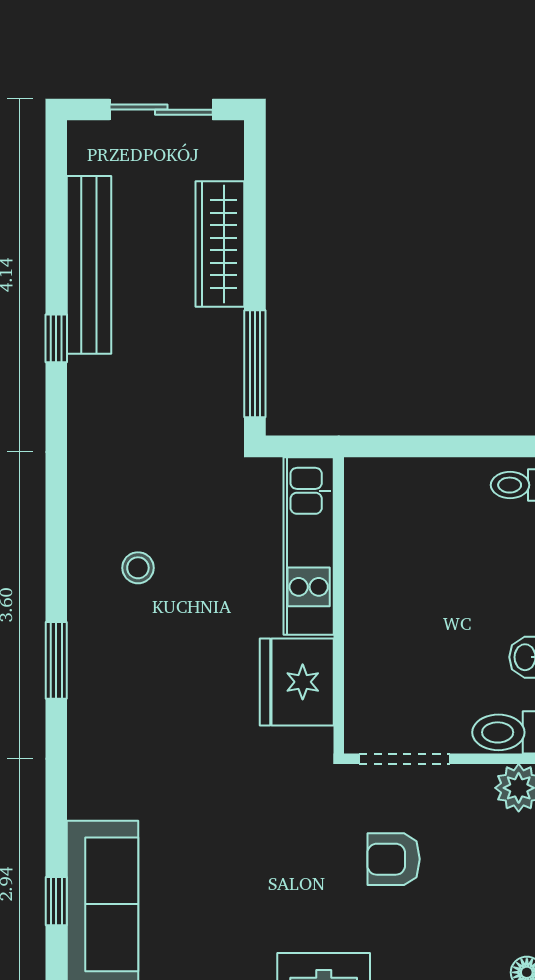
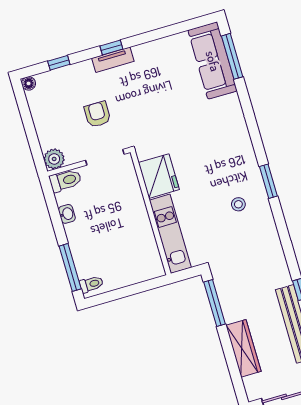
window: (56, 660) -> (268, 181), moved
armchair: (394, 859) -> (97, 114), turned -90
window: (56, 901) -> (232, 56), width x2.17

